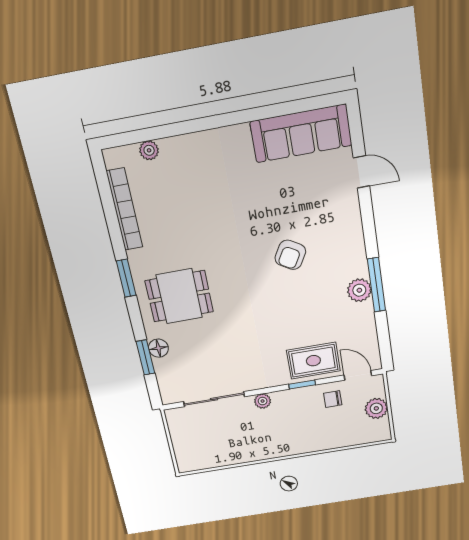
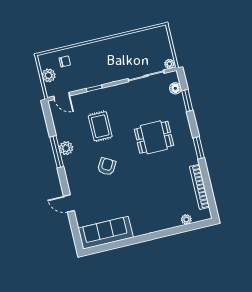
door: (361, 172) -> (69, 203), moved
dining table: (179, 296) -> (154, 137), moved
floor lamp: (158, 348) -> (175, 88), moved
rug: (313, 361) -> (100, 126), moved, turned 90
chair: (333, 399) -> (65, 61), moved
plant: (263, 401) -> (169, 64), moved

